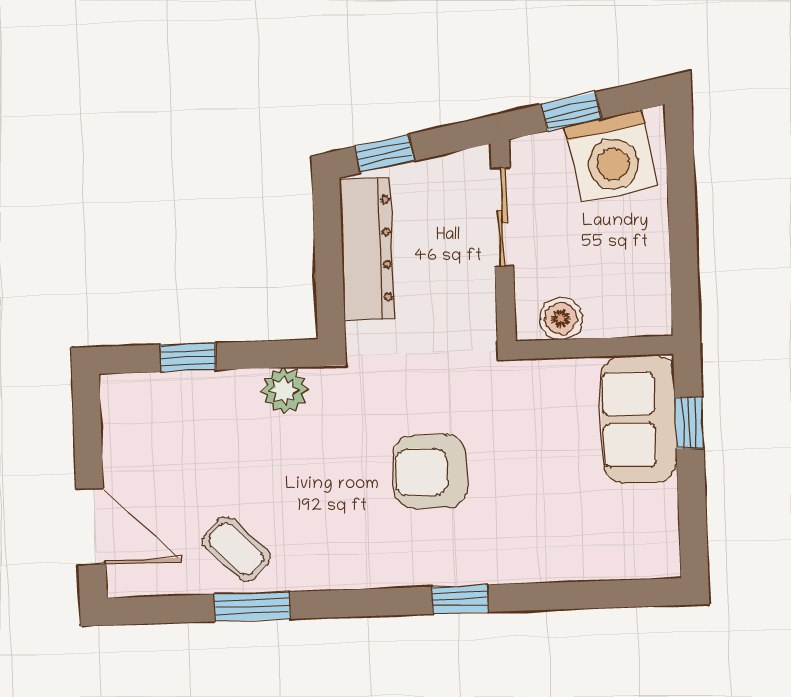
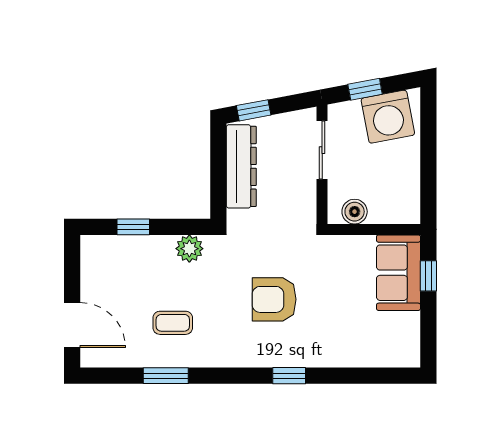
coffee table: (236, 549) -> (173, 323), moved, turned -44

